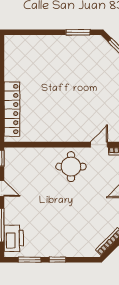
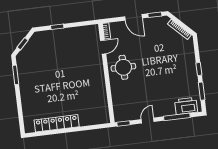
locker: (12, 109) -> (57, 123), moved
door: (99, 145) -> (103, 47), swing flipped

